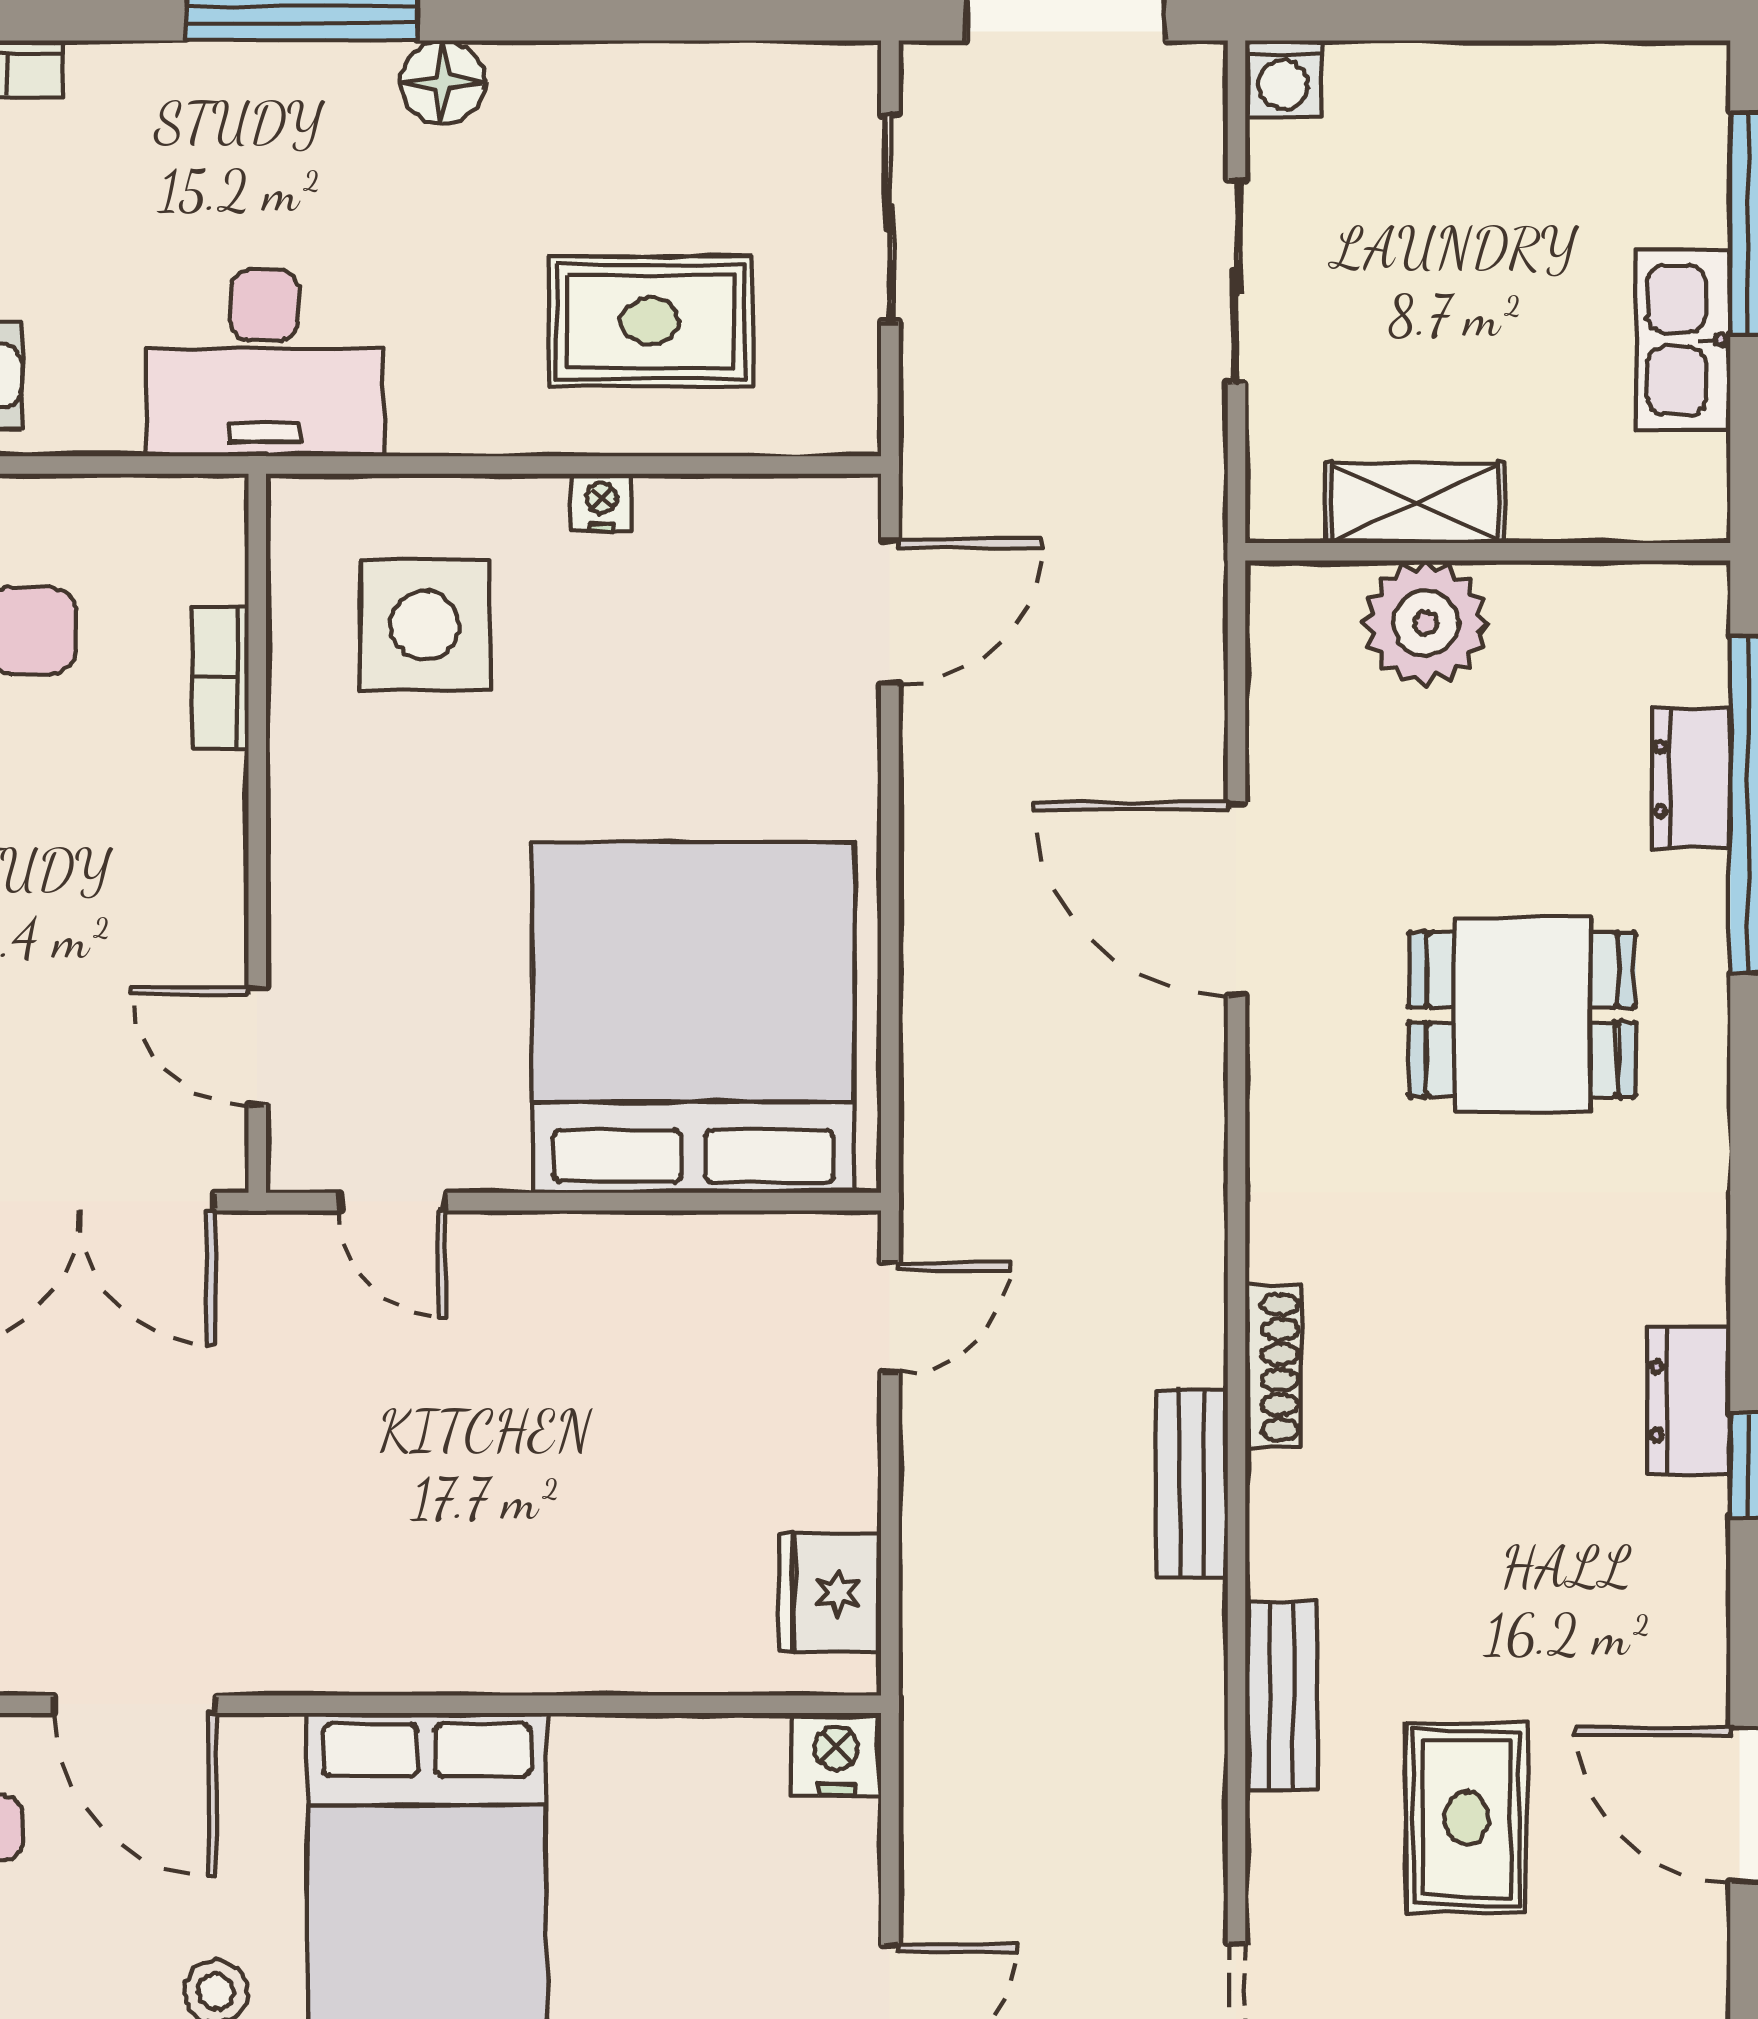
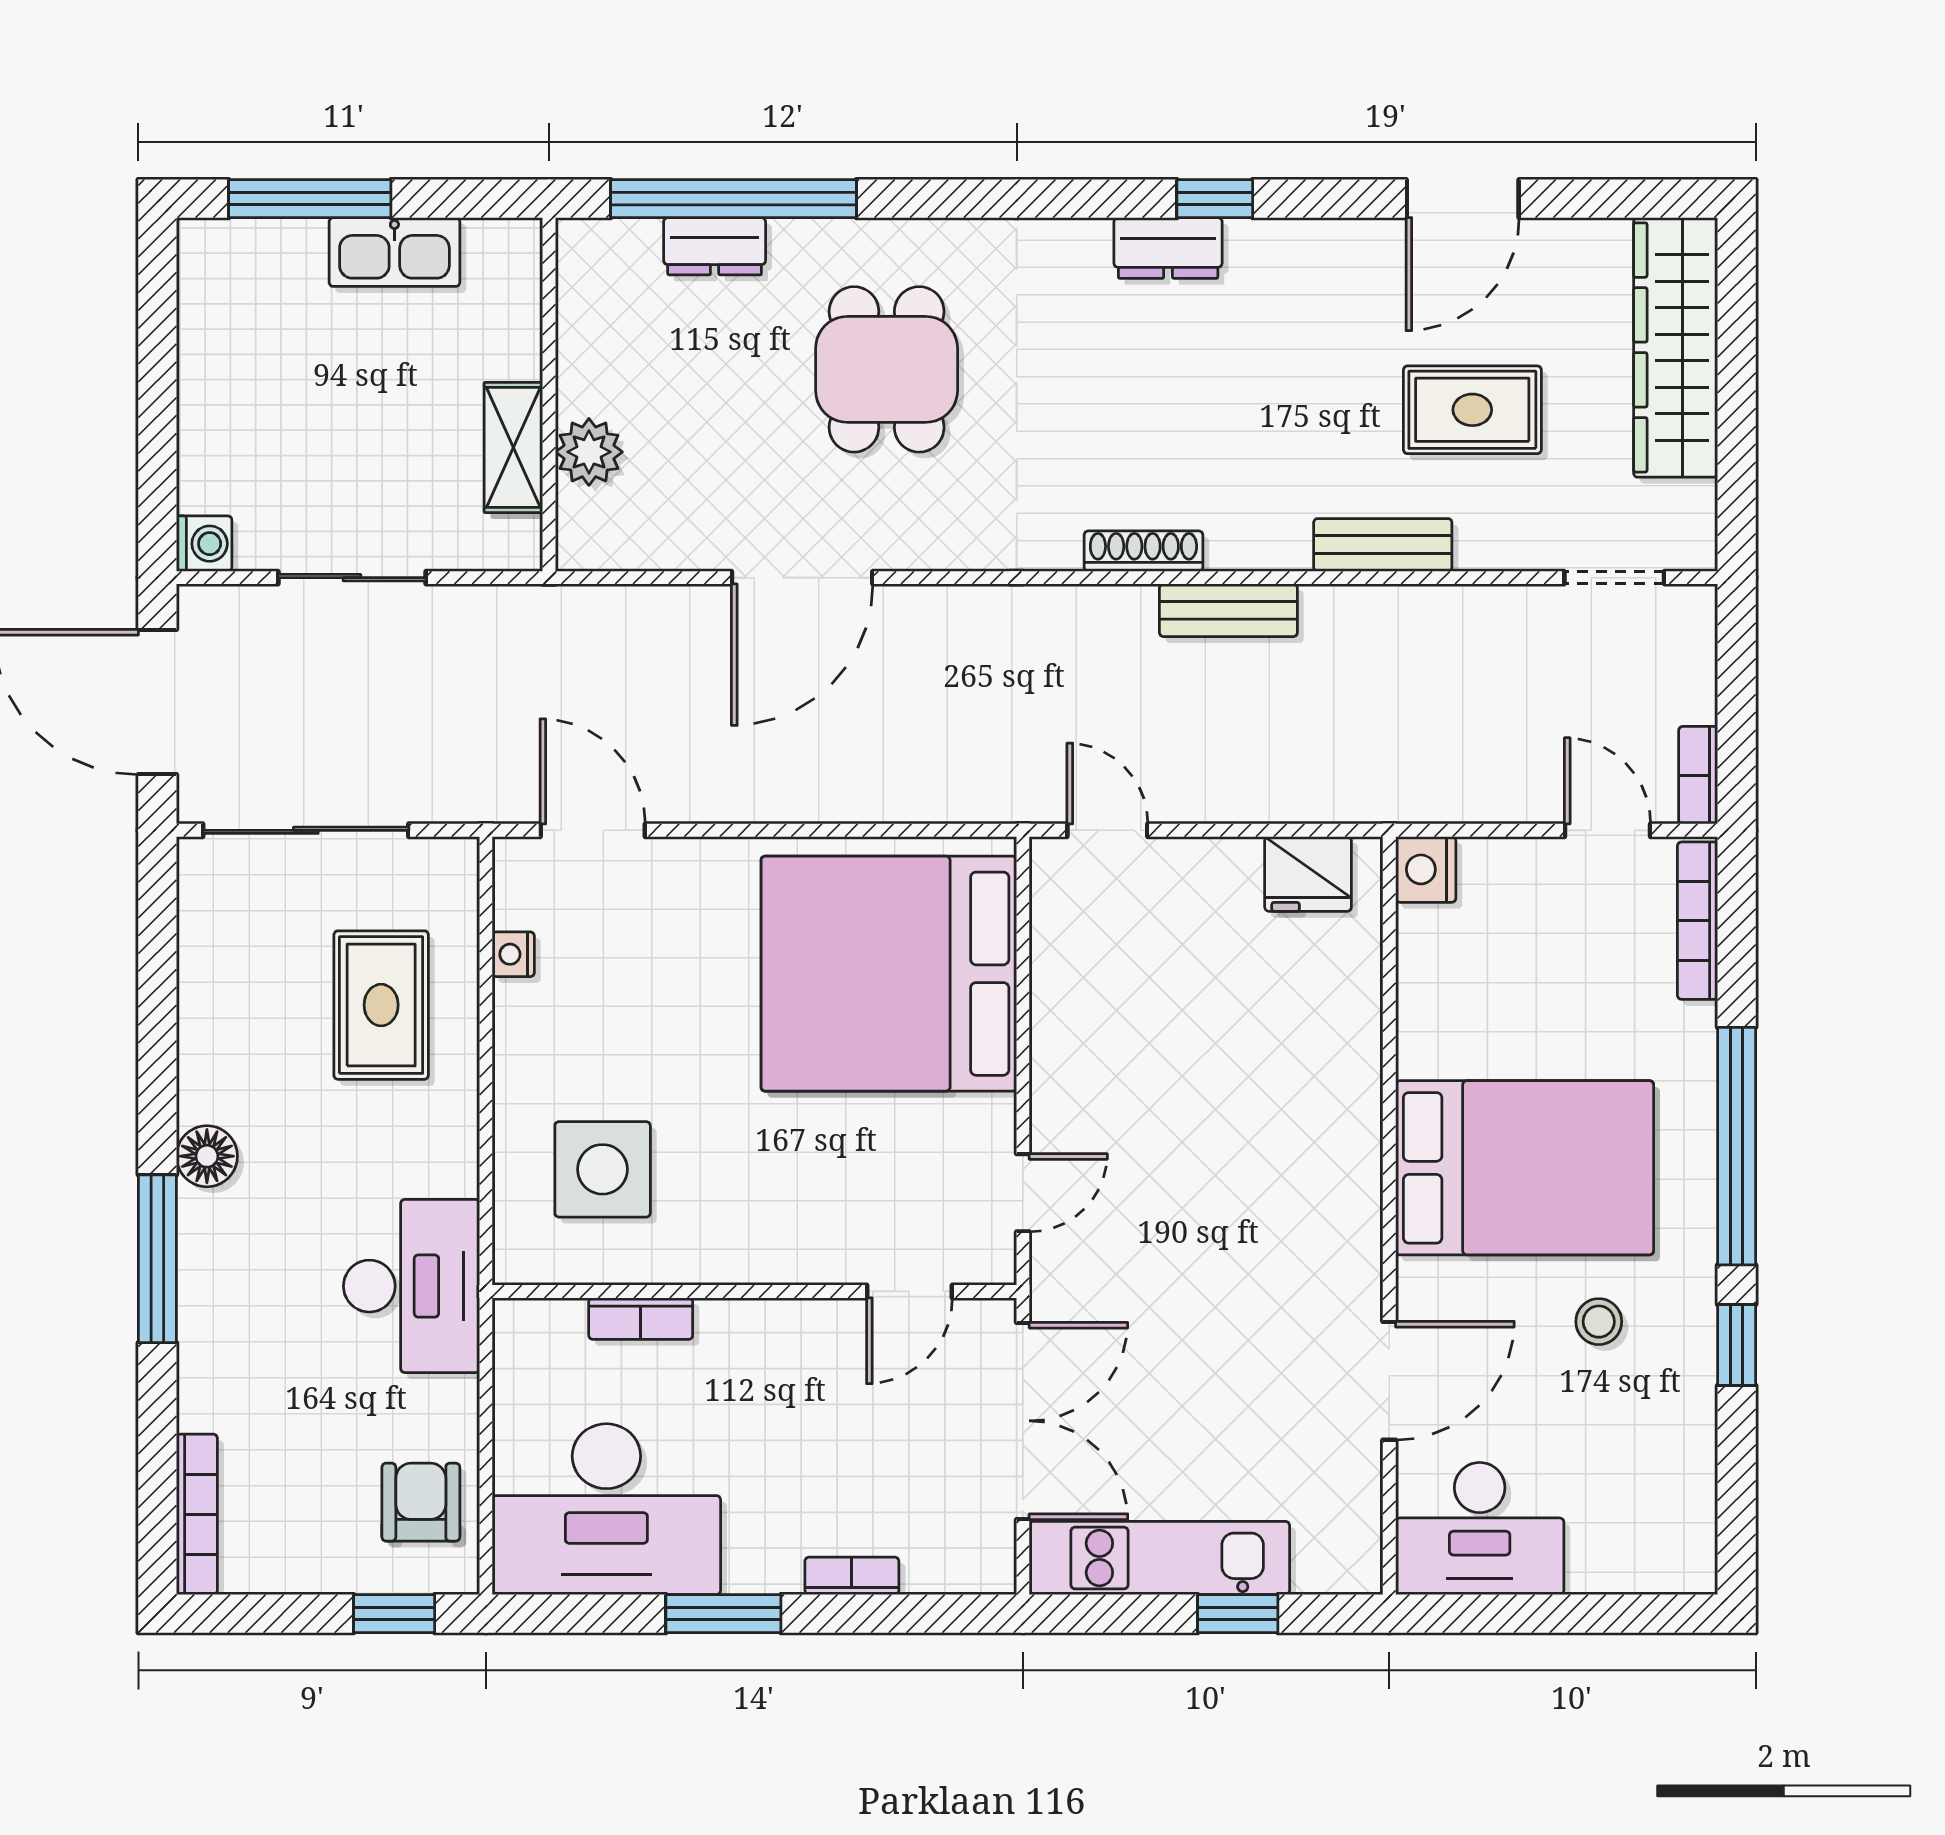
sliding door: (890, 218) -> (306, 830), width x1.37
nightstand: (601, 503) -> (513, 954), moved
plant: (1426, 623) -> (589, 452), width x0.73, depth x0.73

